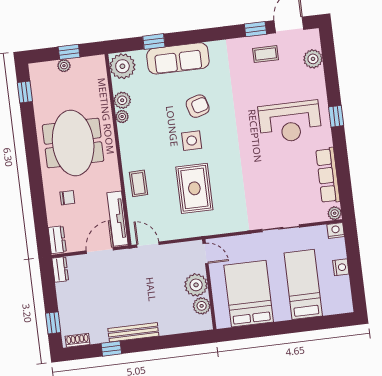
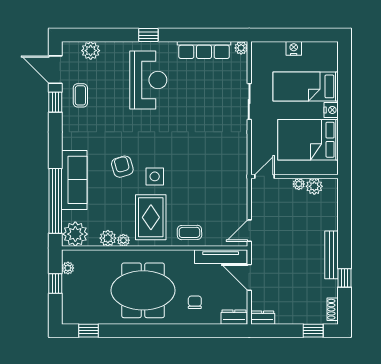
window: (154, 42) -> (55, 201), width x3.17
plant: (64, 66) -> (68, 268), moved
rug: (194, 188) -> (151, 217), moved, turned 90
nightstand: (336, 231) -> (331, 110), moved, turned 180
plant: (196, 285) -> (299, 184), width x0.53, depth x0.53

